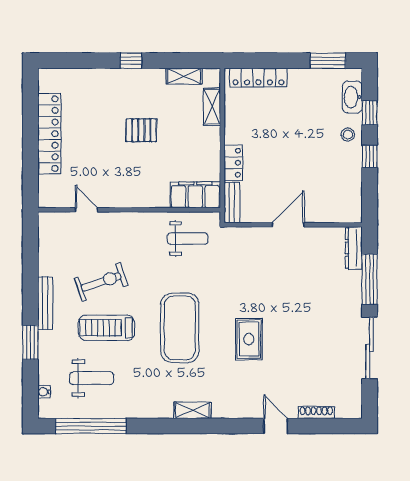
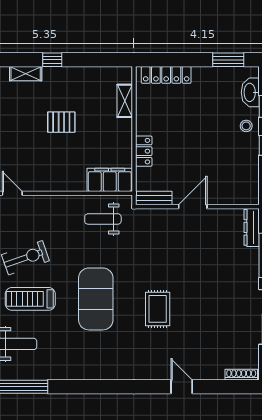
shelving: (184, 76) -> (26, 74), moved
bench: (232, 203) -> (154, 198), moved, turned 90
weight bench: (188, 239) -> (103, 219), turned 180
shelving: (193, 410) -> (107, 373), removed
shoe rack: (316, 412) -> (241, 375), moved

